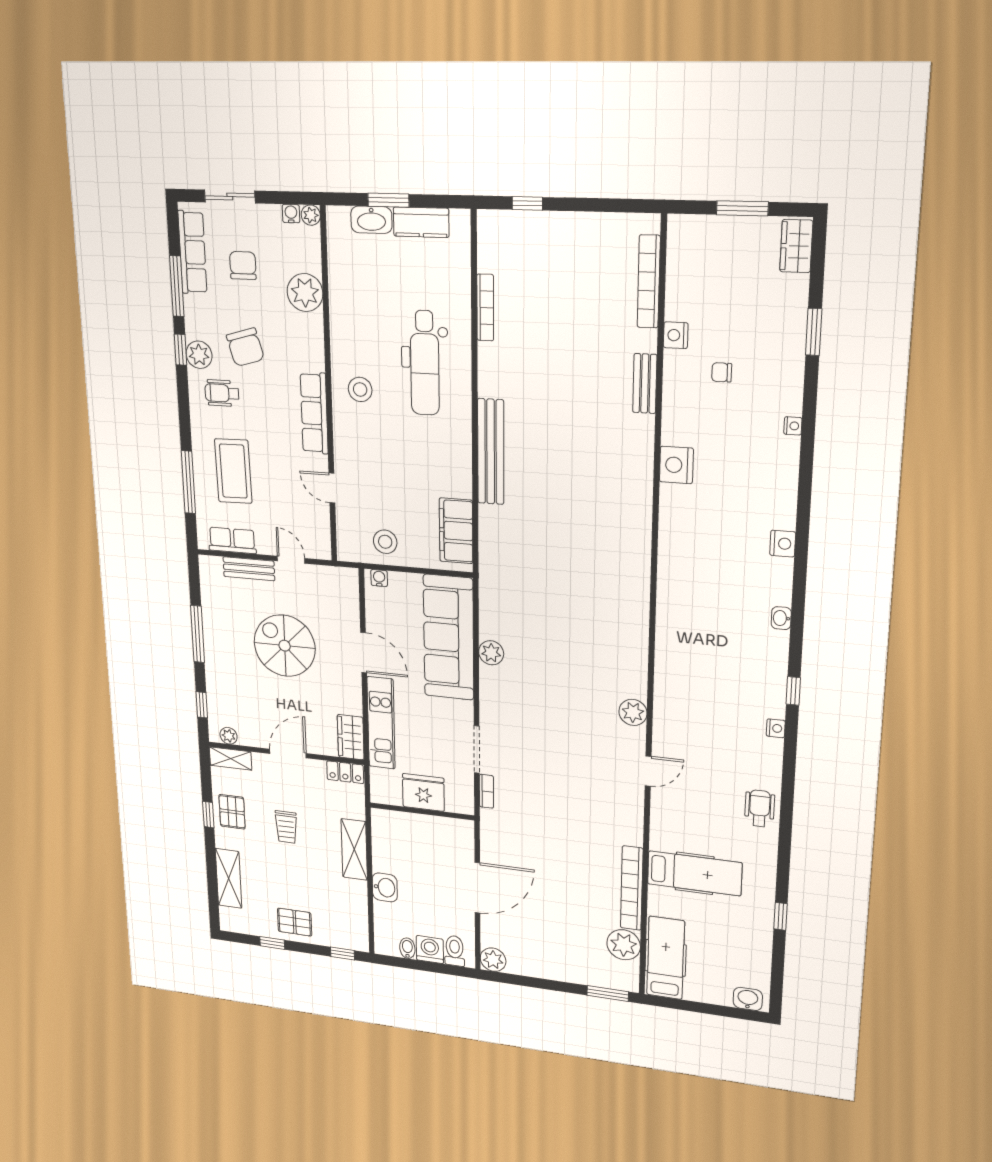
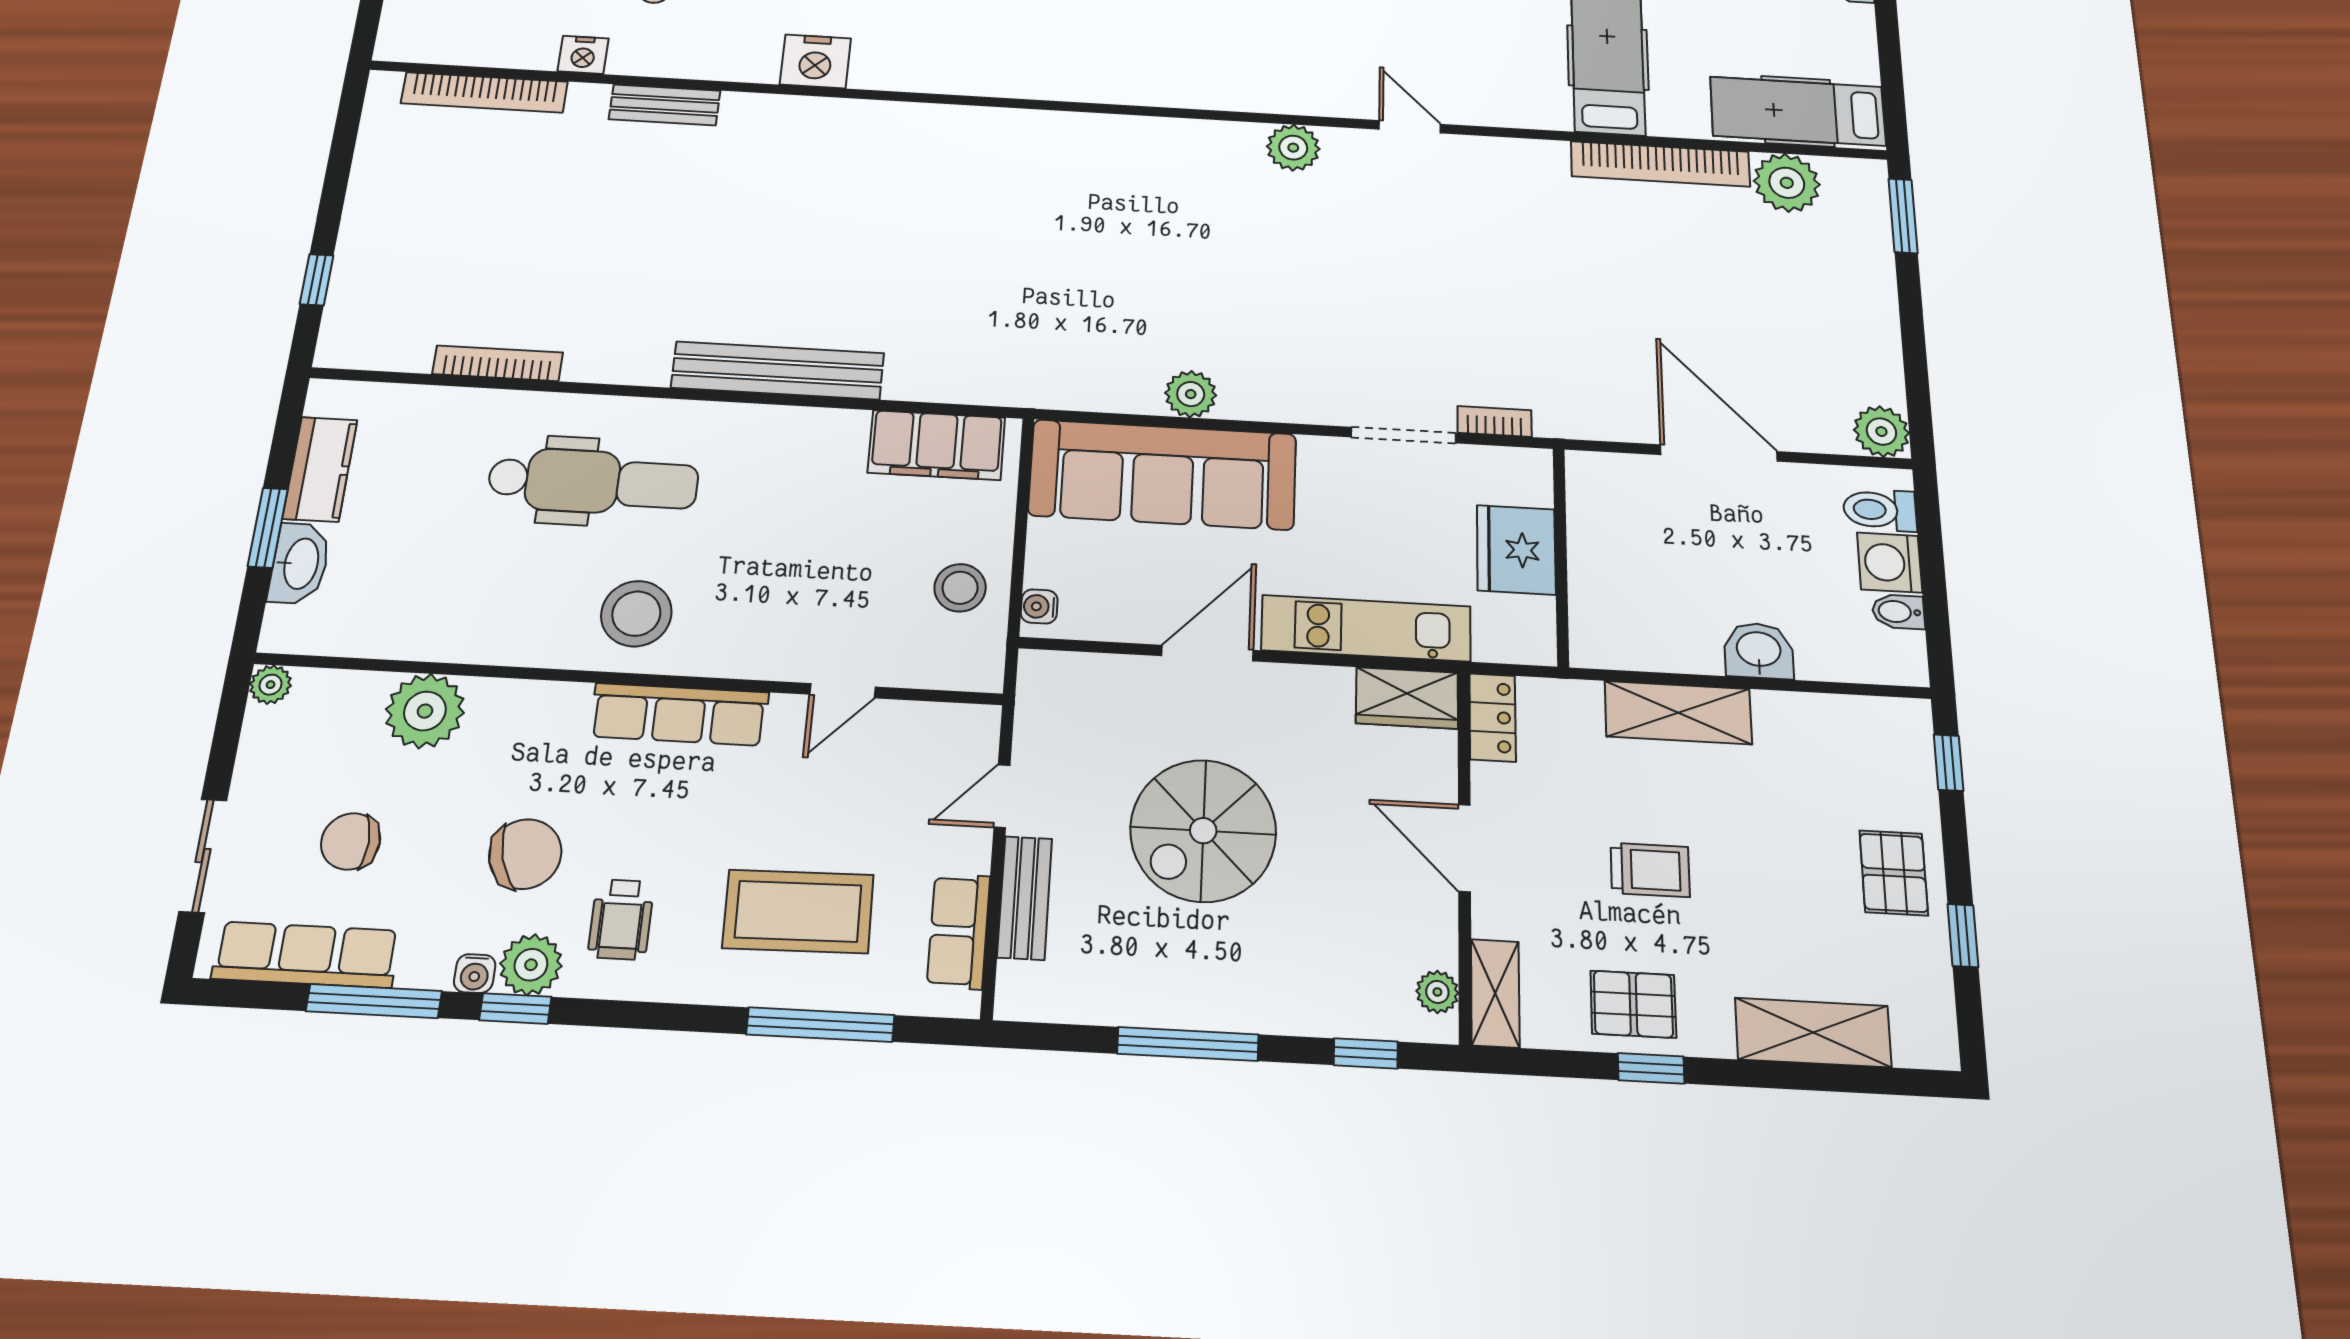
water cooler: (291, 214) -> (475, 974), moved, turned -90
stool: (360, 389) -> (636, 614), width x1.38, depth x1.38

